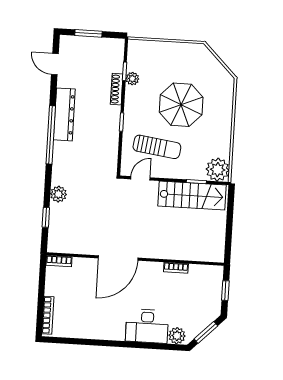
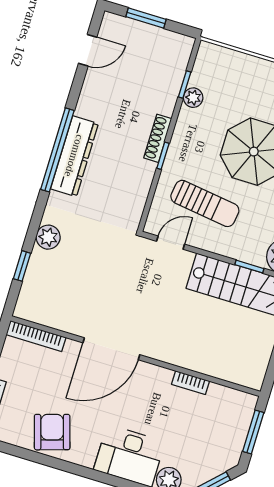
door: (55, 64) -> (88, 50), swing flipped
shoe rack: (117, 89) -> (158, 138), moved
dresser: (64, 114) -> (74, 156), moved
bookcase: (59, 261) -> (36, 336), width x1.56
window: (225, 291) -> (253, 432), width x1.50
armchair: (92, 323) -> (52, 432), added

